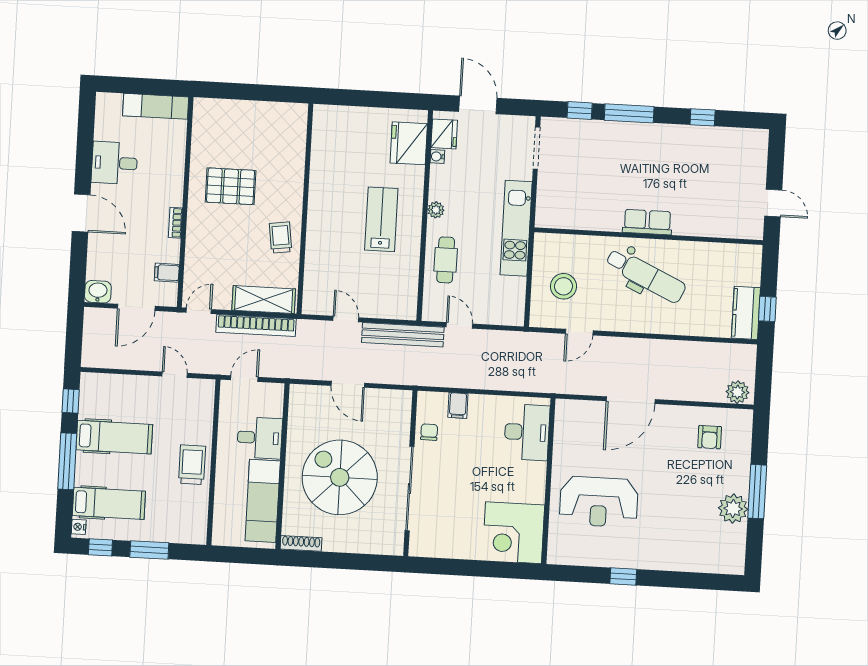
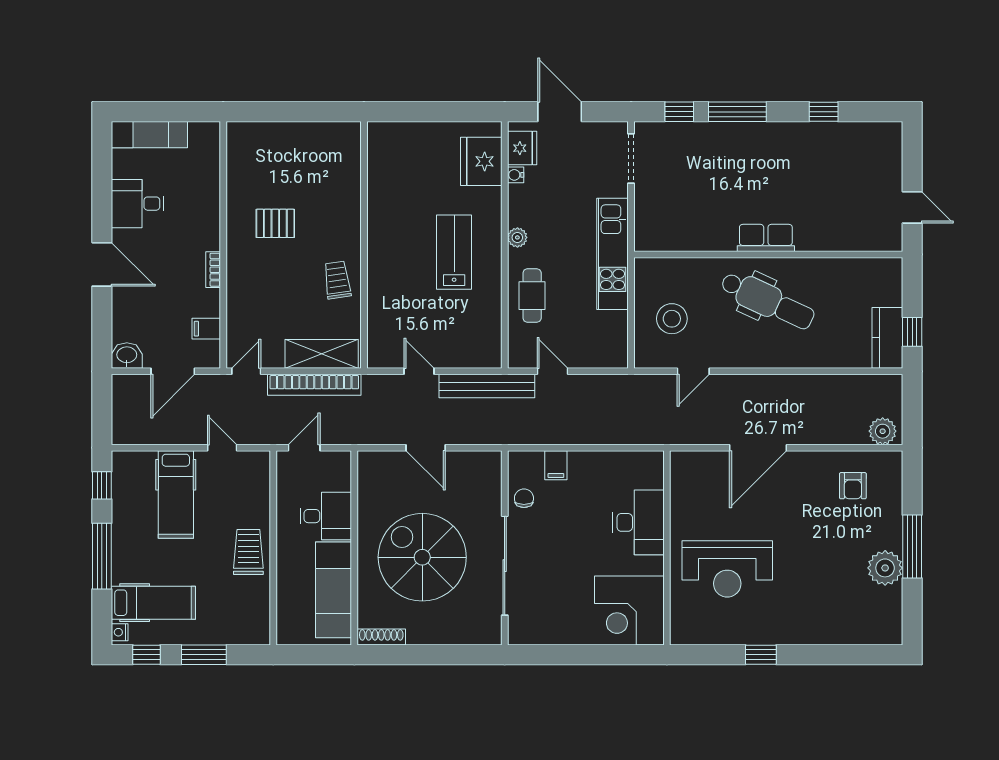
exam couch: (156, 106) -> (149, 135), moved
pallet: (231, 186) -> (275, 223), width x0.67, depth x0.71
desk: (527, 432) -> (638, 522), moved
hospital bed: (114, 437) -> (176, 495), moved, turned 90

